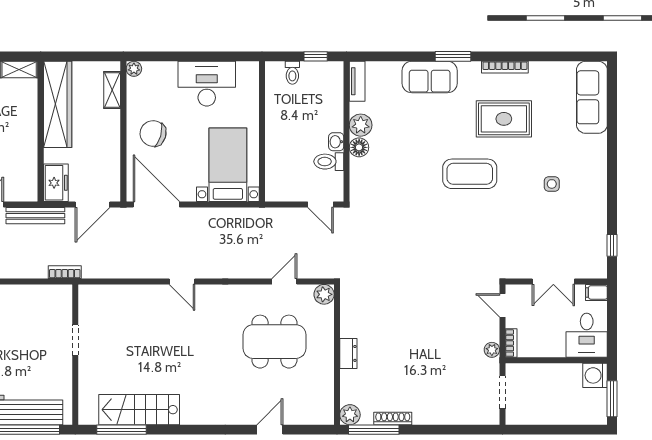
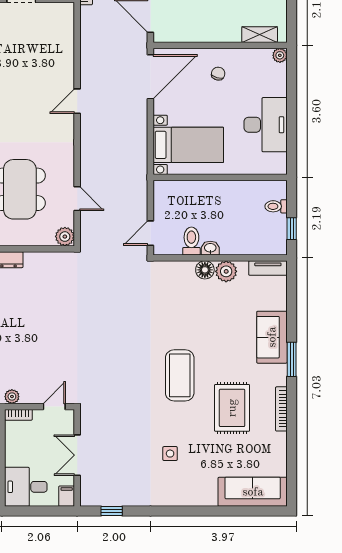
chair: (153, 133) -> (218, 74), width x0.54, depth x0.54

